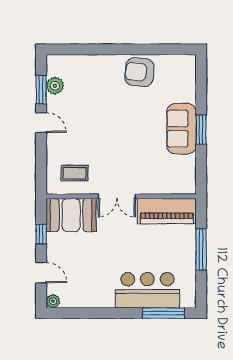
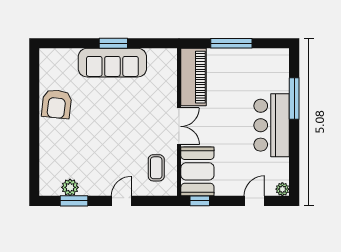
door: (41, 123) -> (121, 201), moved
sofa: (181, 129) -> (112, 63), width x1.36
window: (41, 234) -> (200, 201), moved
bar counter: (147, 290) -> (272, 125), moved
window: (163, 313) -> (294, 98), moved

